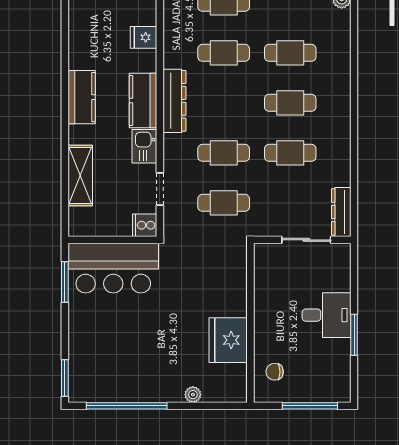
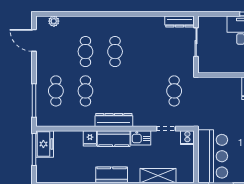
fridge: (143, 37) -> (90, 138), moved
cafe table: (224, 153) -> (145, 91), removed
cafe table: (290, 153) -> (145, 52), removed

